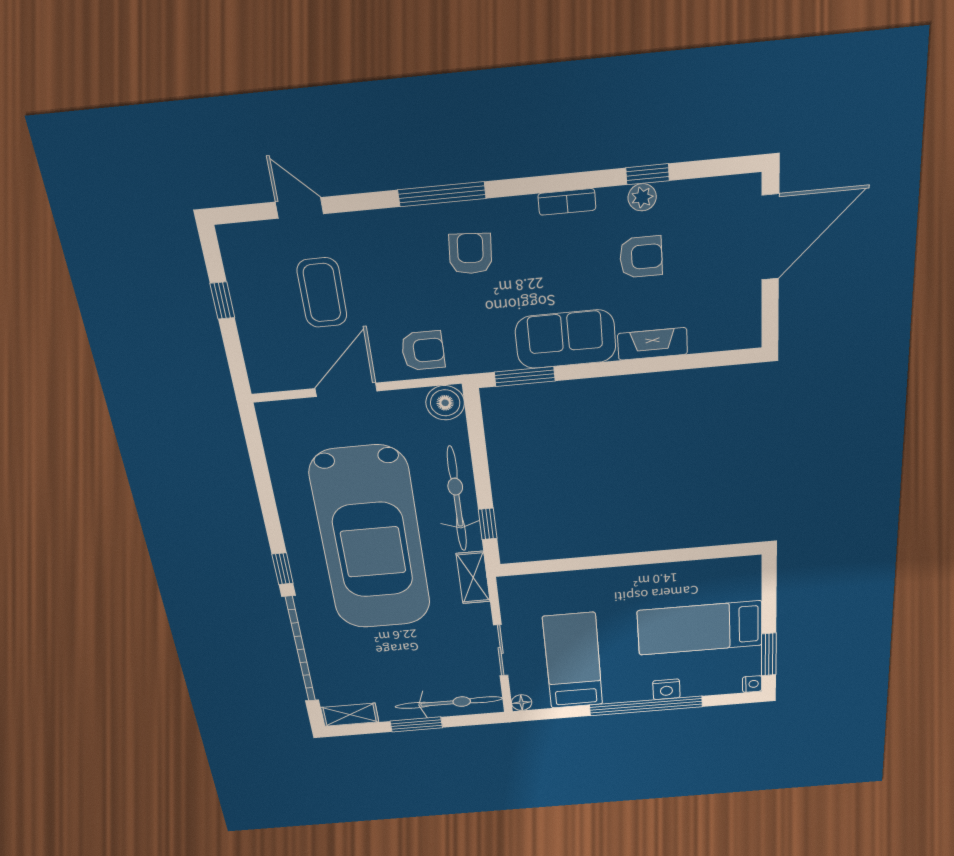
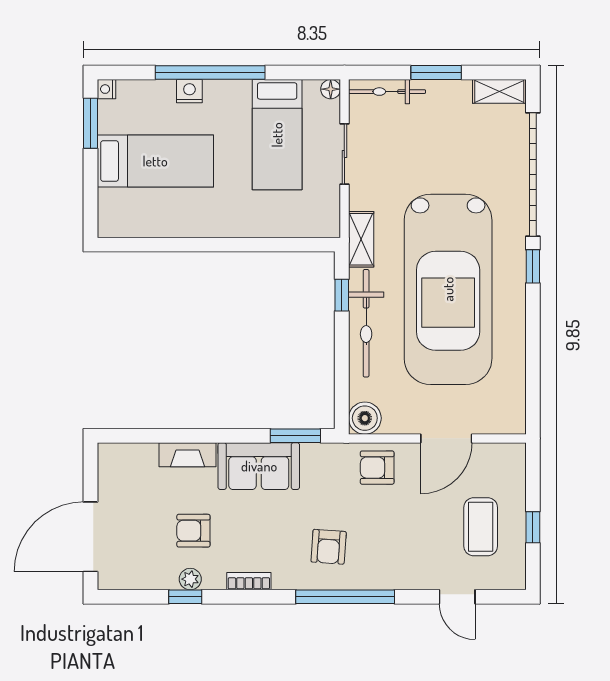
window: (442, 194) -> (345, 597), width x1.46
coffee table: (322, 293) -> (481, 527), moved
car: (371, 540) -> (448, 289), turned 180
bicycle: (449, 703) -> (387, 92), width x0.73, depth x0.71

